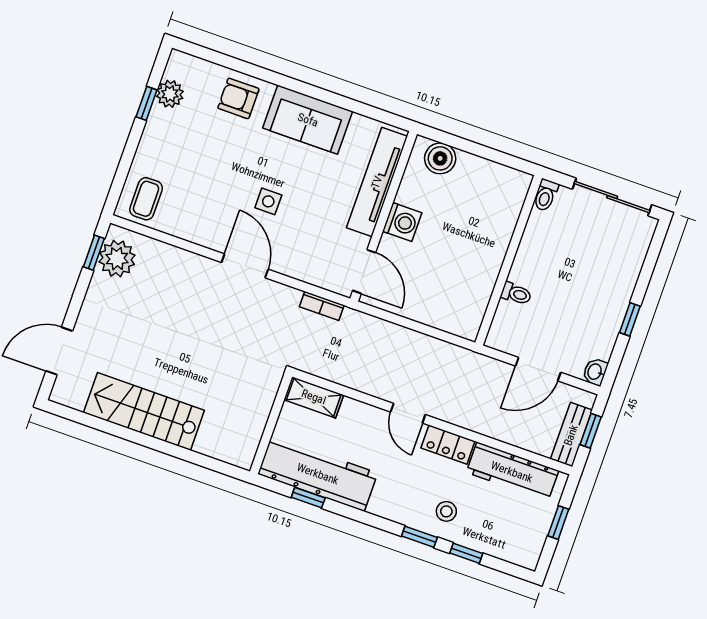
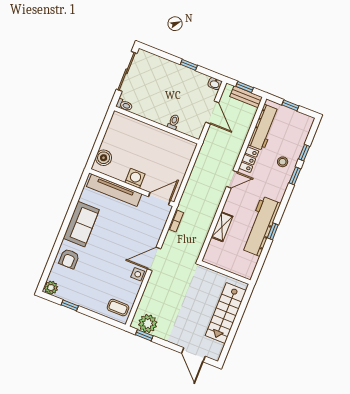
plant: (170, 94) -> (51, 288), moved
side table: (268, 201) -> (138, 274), moved
wall: (271, 424) -> (225, 273), moved

